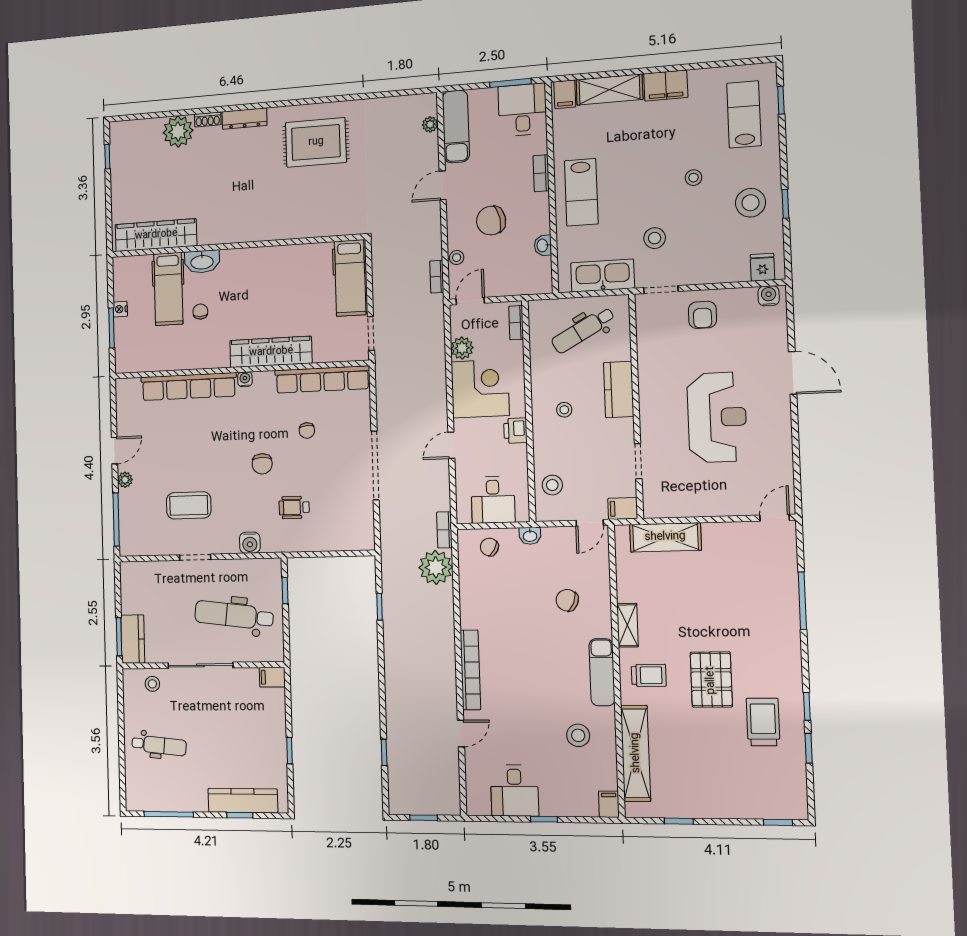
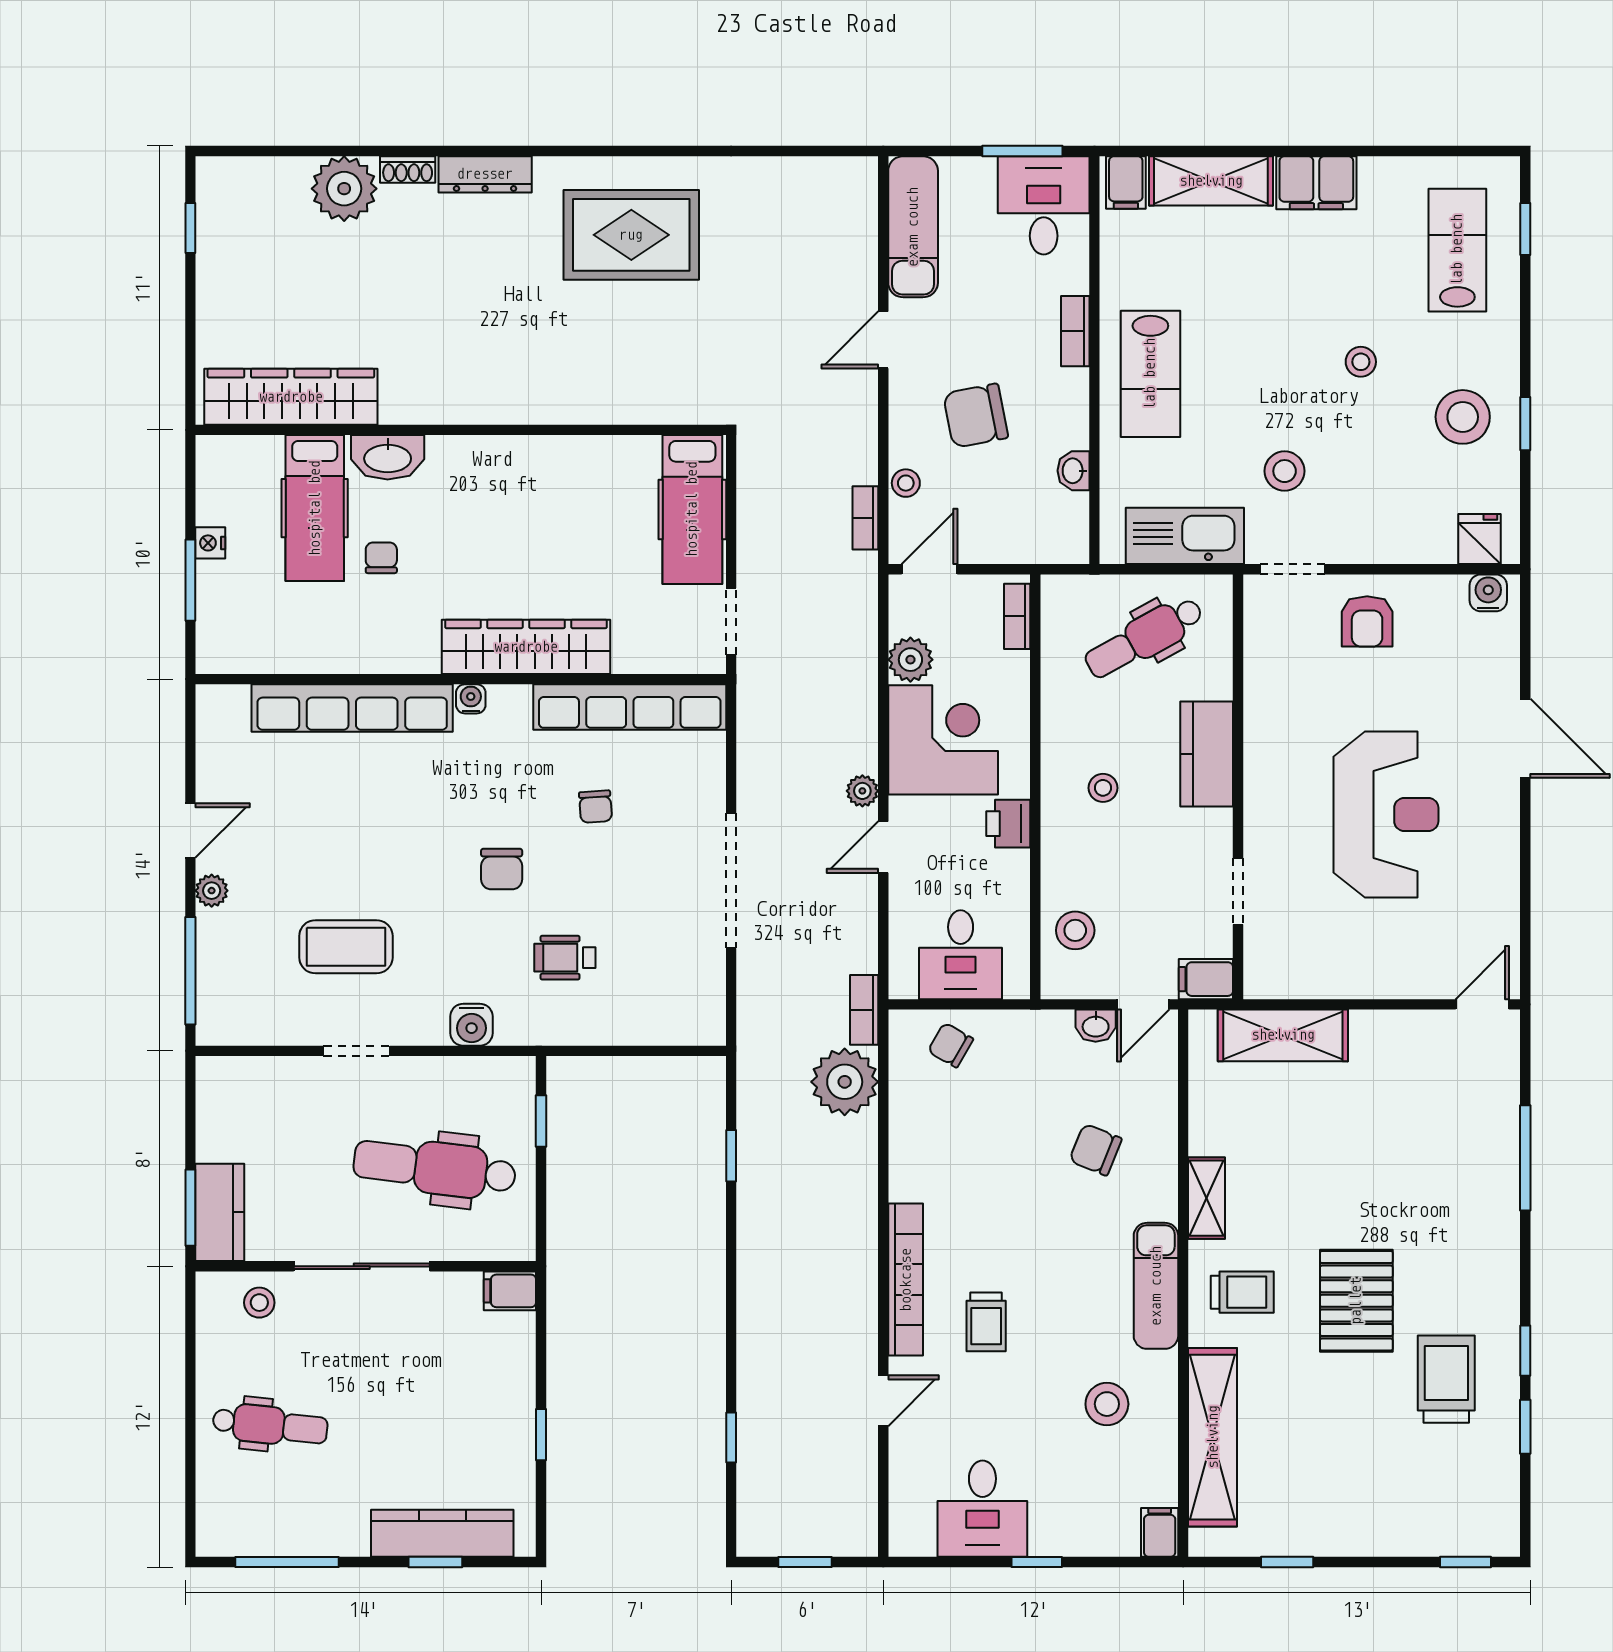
plant: (430, 124) -> (862, 791), moved
washbasin: (530, 536) -> (1096, 1026), moved
trolley: (513, 692) -> (986, 1322), added

